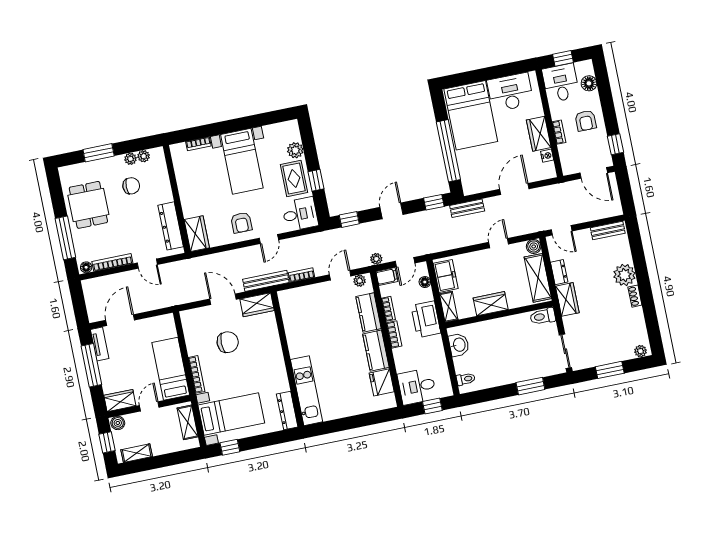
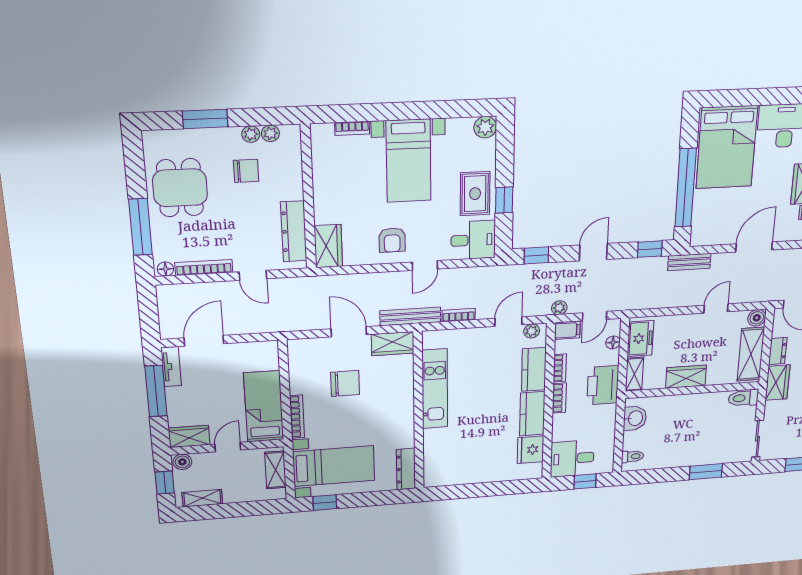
plant: (295, 150) -> (485, 127), moved
kitchen unit: (307, 391) -> (435, 389), moved

